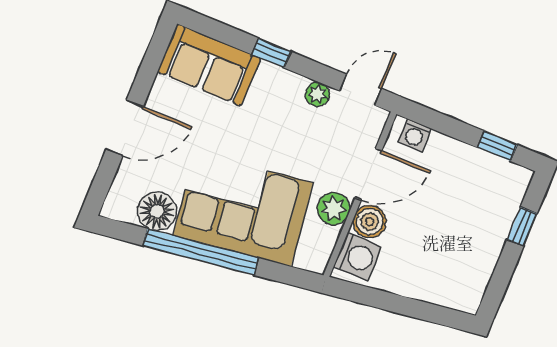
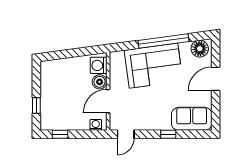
plant: (317, 94) -> (142, 125), removed
plant: (334, 209) -> (117, 81), removed
floor lamp: (157, 211) -> (200, 49), moved

